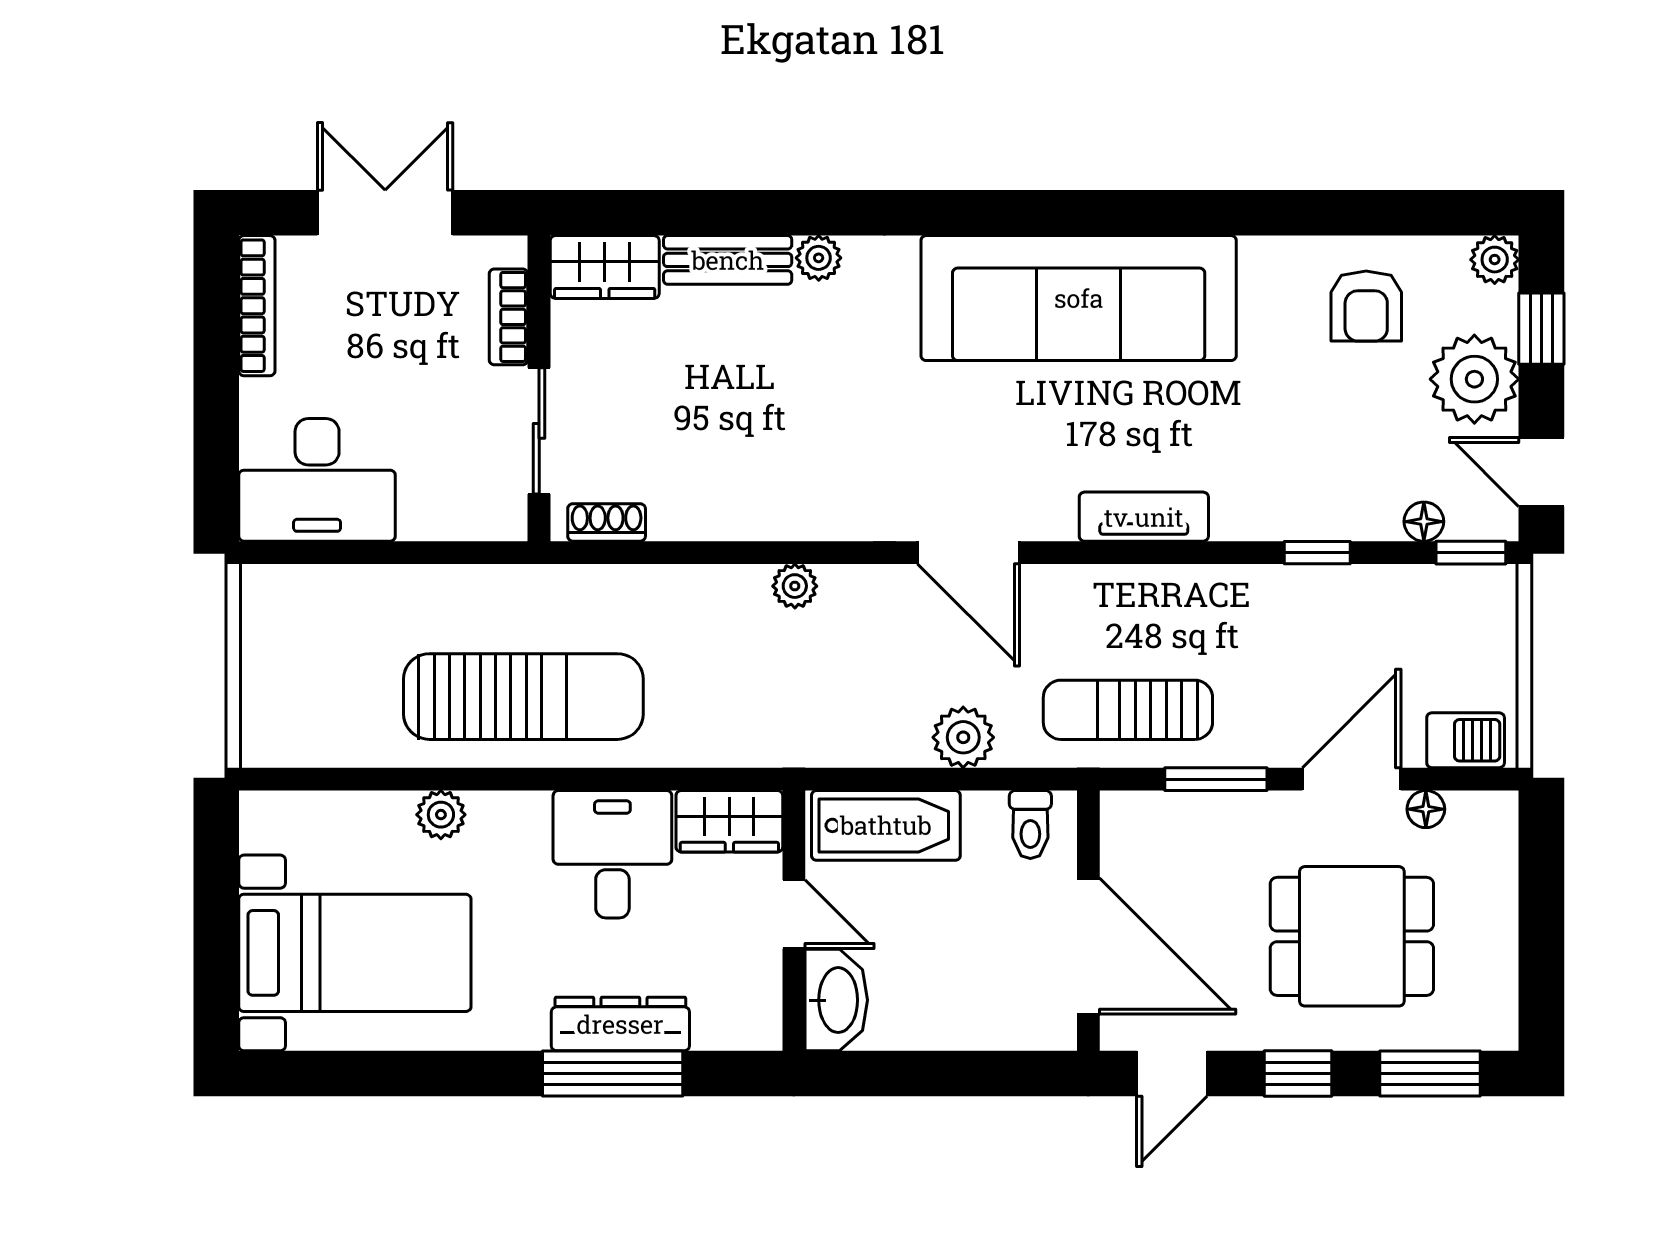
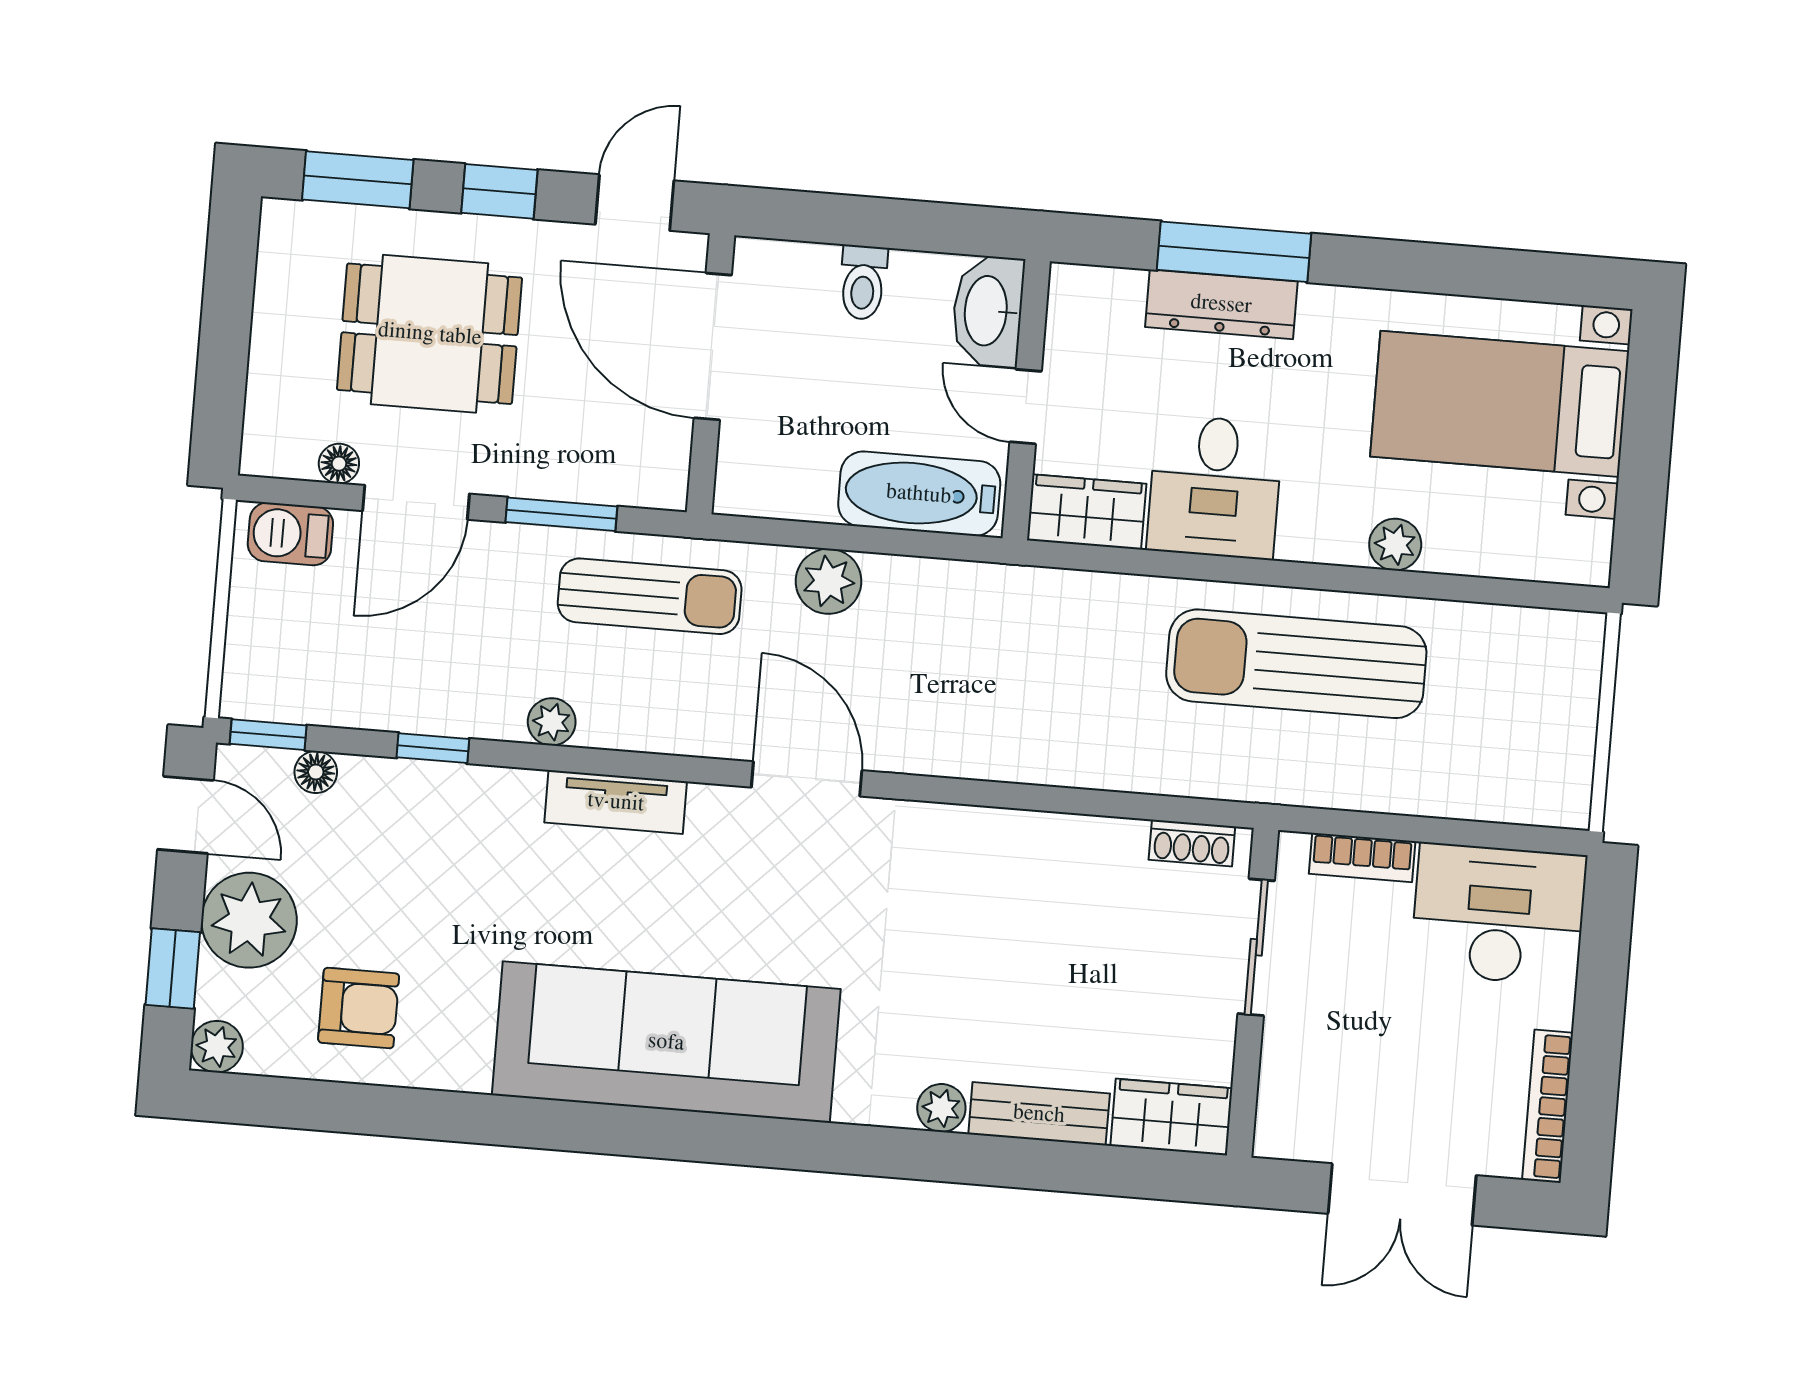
armchair: (1366, 306) -> (359, 1008), turned 90
bookcase: (508, 317) -> (1362, 857), moved, turned 90
plant: (795, 586) -> (552, 722), moved
toilet: (1030, 824) -> (863, 282), moved, turned 180

